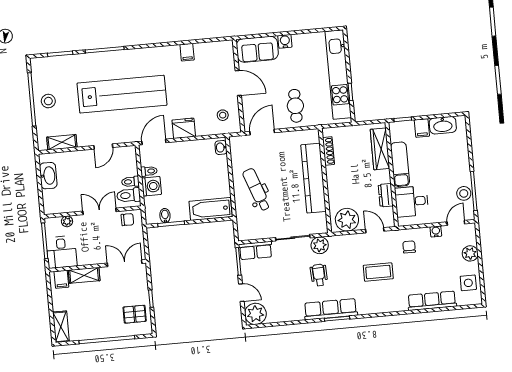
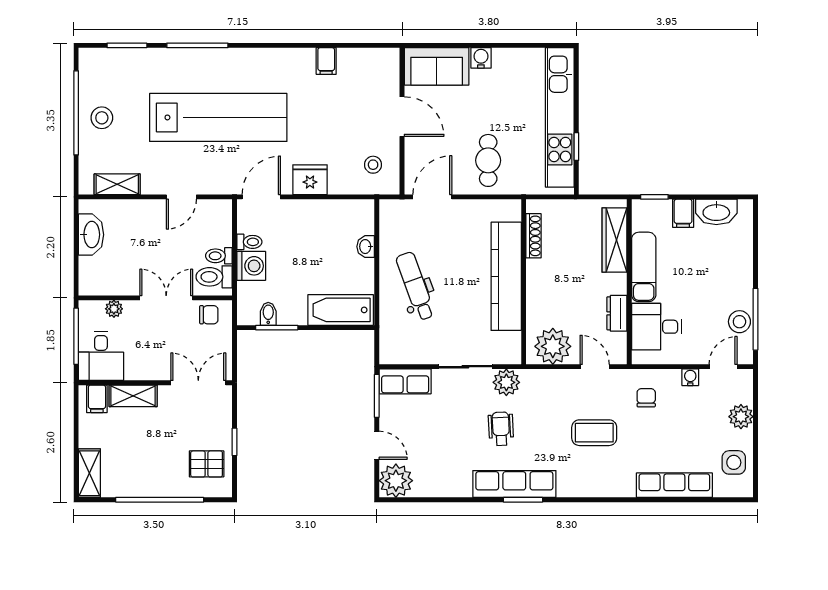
washbasin: (221, 147) -> (366, 247), moved

